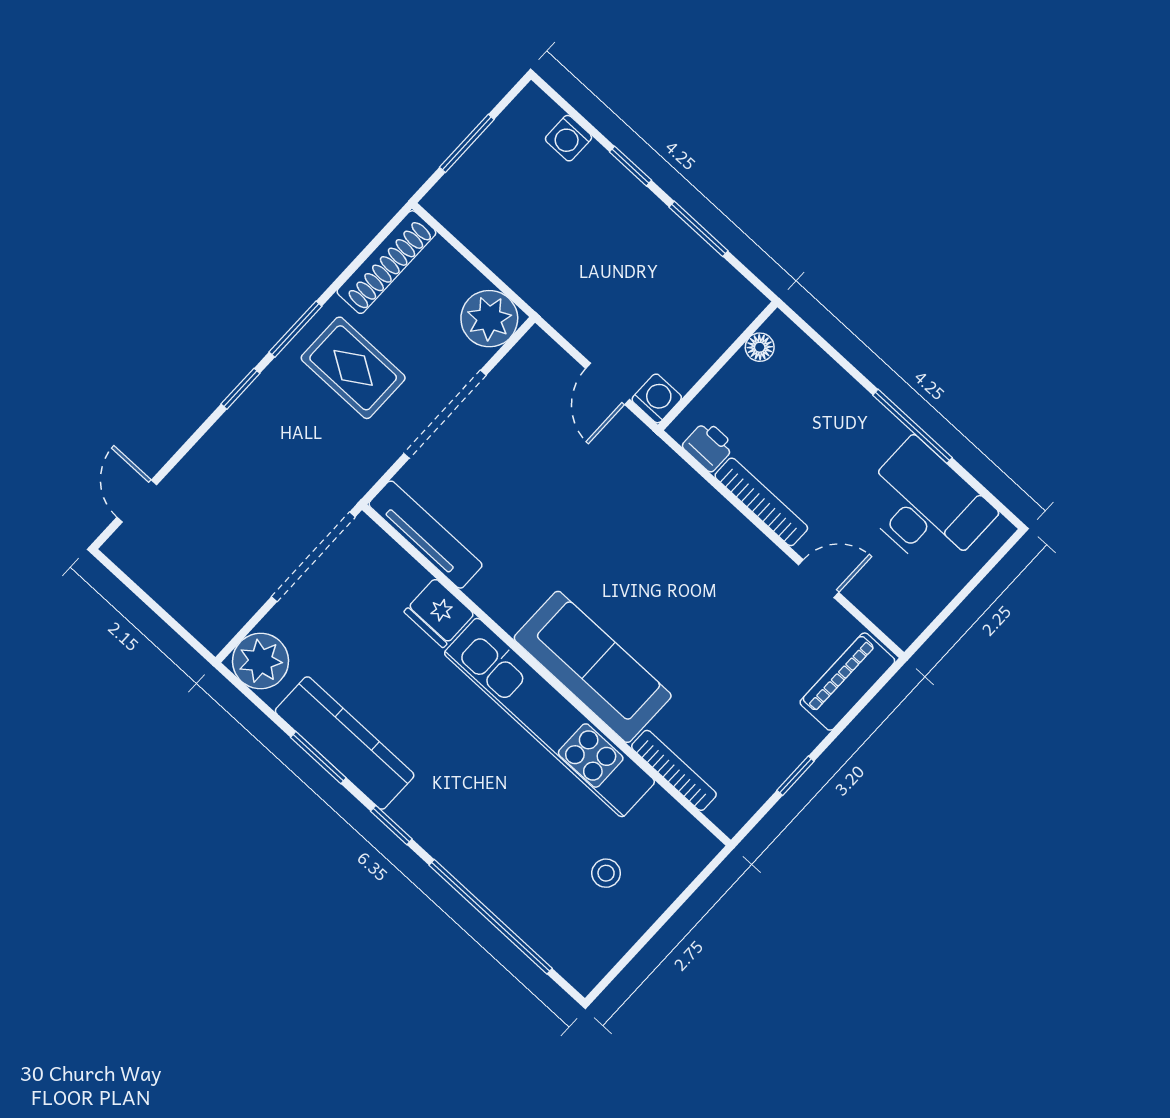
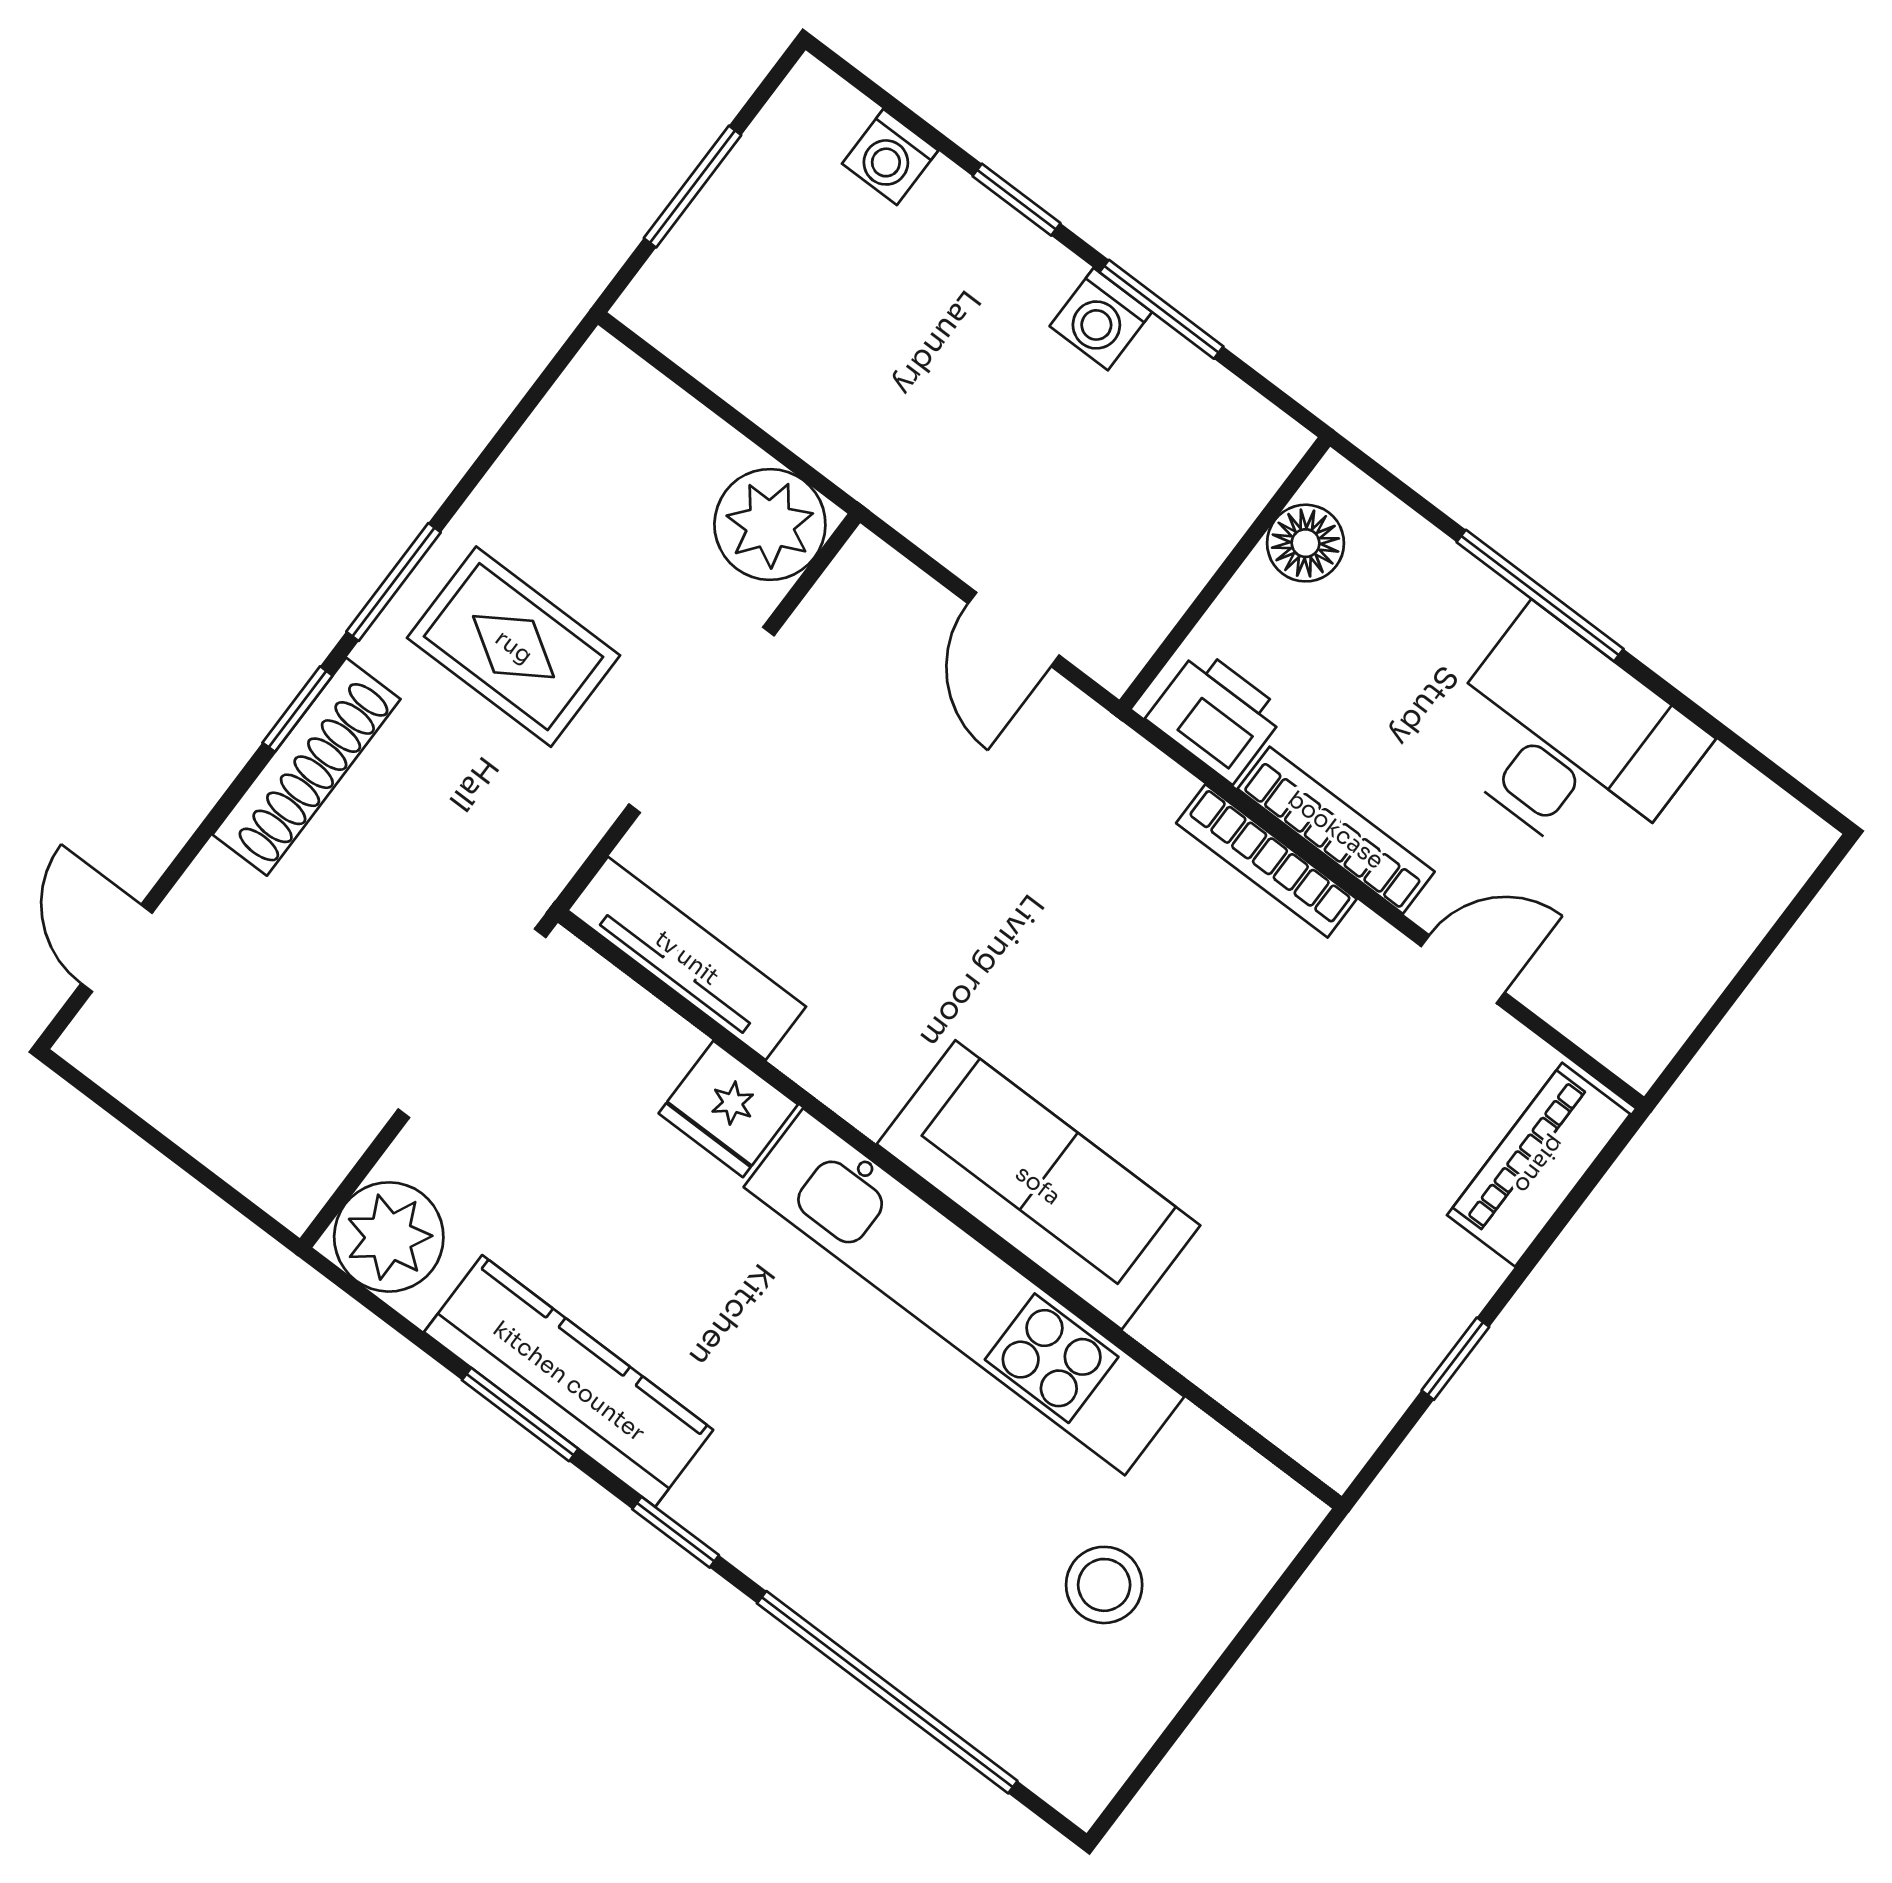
shoe rack: (386, 262) -> (306, 767), moved
floor lamp: (760, 347) -> (1306, 543), width x1.37, depth x1.37
washing machine: (657, 398) -> (1101, 319), moved, turned 180
window: (912, 426) -> (1540, 596), moved
printer: (709, 446) -> (1216, 716), width x1.36, depth x1.24
desk: (925, 507) -> (1569, 741), moved
bookcase: (674, 770) -> (1266, 861), moved, turned 180
stool: (606, 873) -> (1104, 1585), width x1.37, depth x1.37

